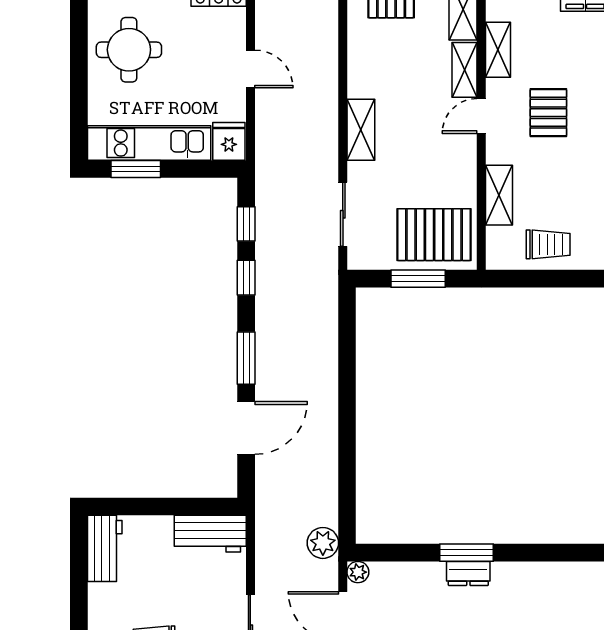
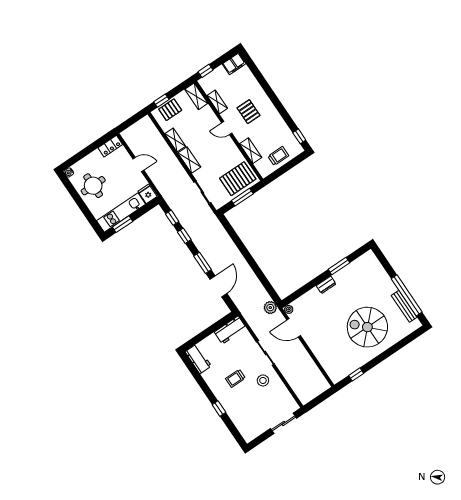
shelving: (465, 70) -> (175, 140), moved
door: (481, 116) -> (227, 128), hinge flipped
window: (467, 553) -> (339, 266), moved

